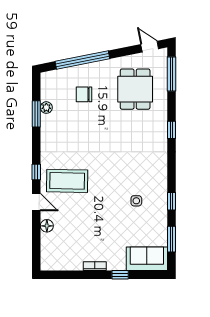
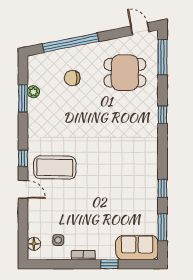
dining table: (135, 89) -> (125, 73), turned 90
side table: (136, 201) -> (58, 240), moved
floor lamp: (47, 226) -> (34, 244), moved

